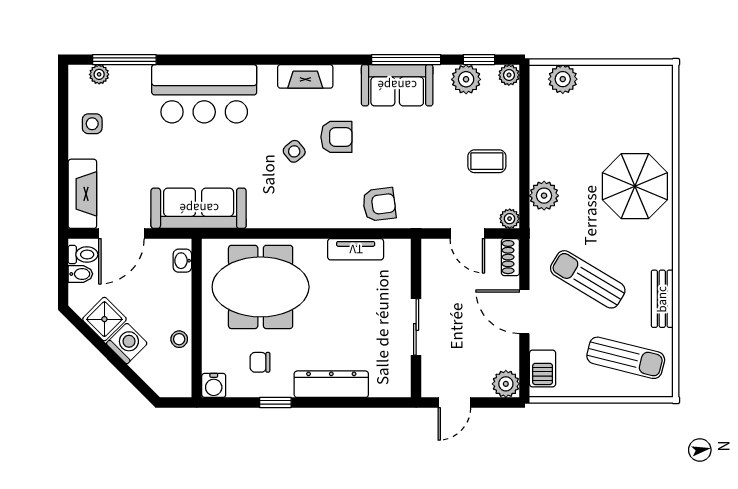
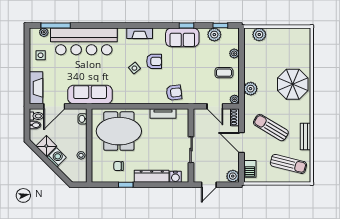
window: (406, 60) -> (186, 25), width x0.46
plant: (509, 75) -> (234, 53), moved
bar counter: (204, 94) -> (84, 41), width x1.36
water cooler: (214, 385) -> (175, 177), moved

